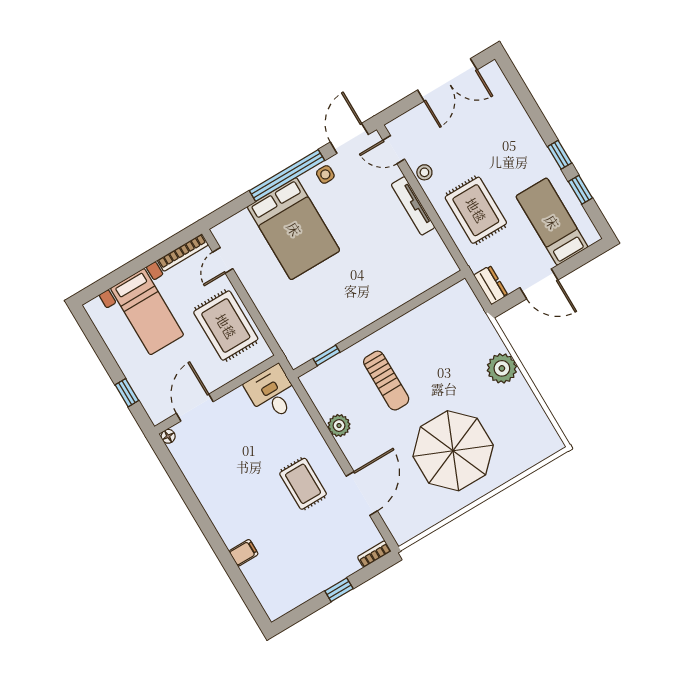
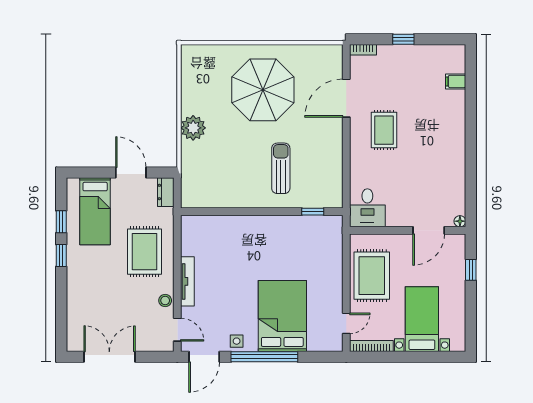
plant: (339, 426) -> (334, 156), removed
filing cabinet: (244, 553) -> (456, 81), moved

